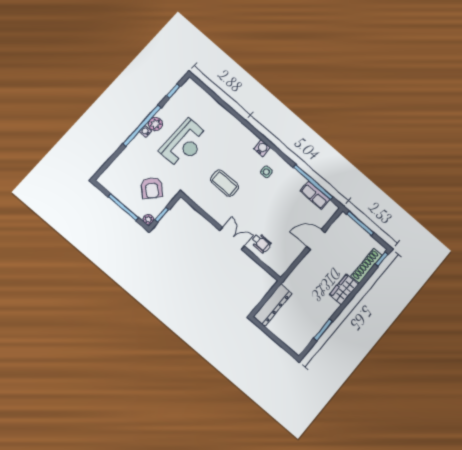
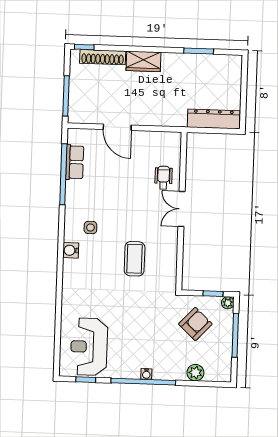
plant: (155, 124) -> (195, 373), moved
reception desk: (184, 144) -> (89, 347), moved, turned -90

